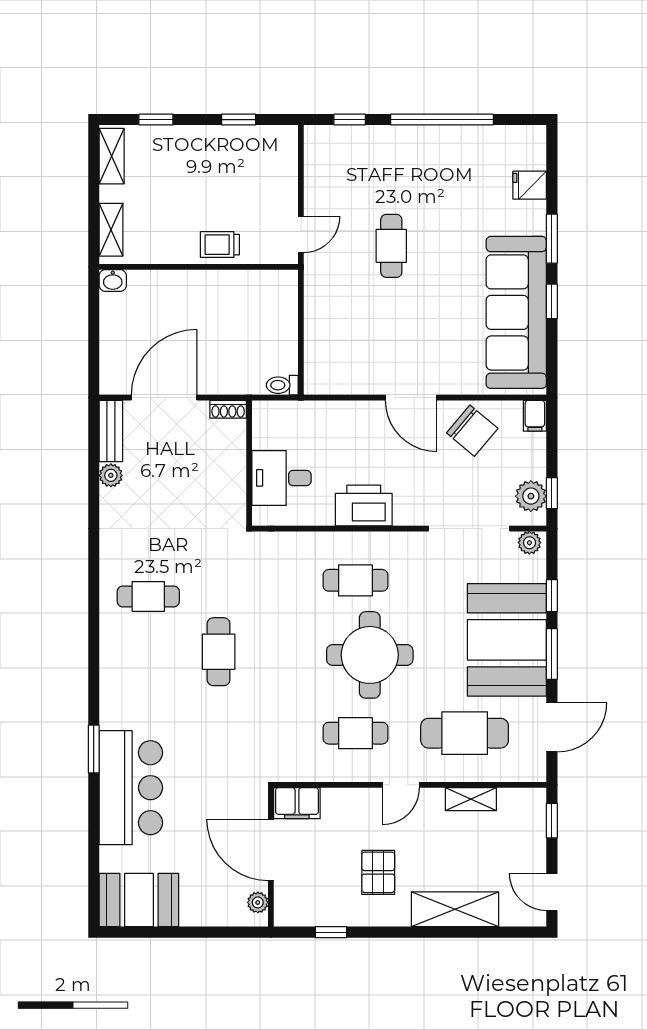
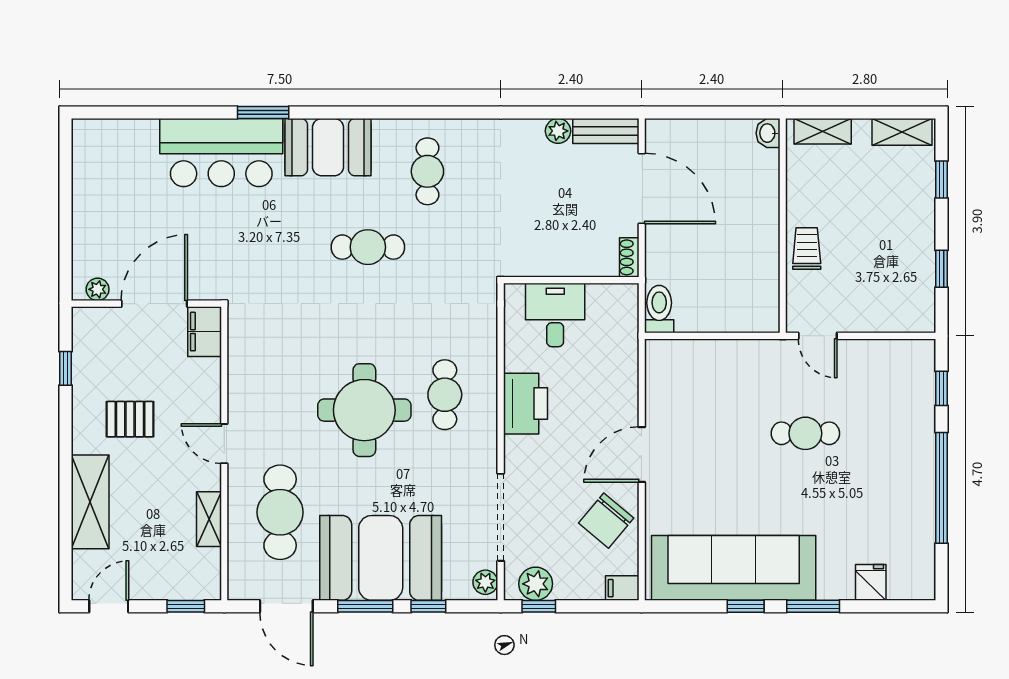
toilet: (282, 385) -> (659, 309), width x1.37, depth x1.39
cafe table: (355, 733) -> (280, 395), removed
booth: (139, 900) -> (328, 147), moved, turned 90

